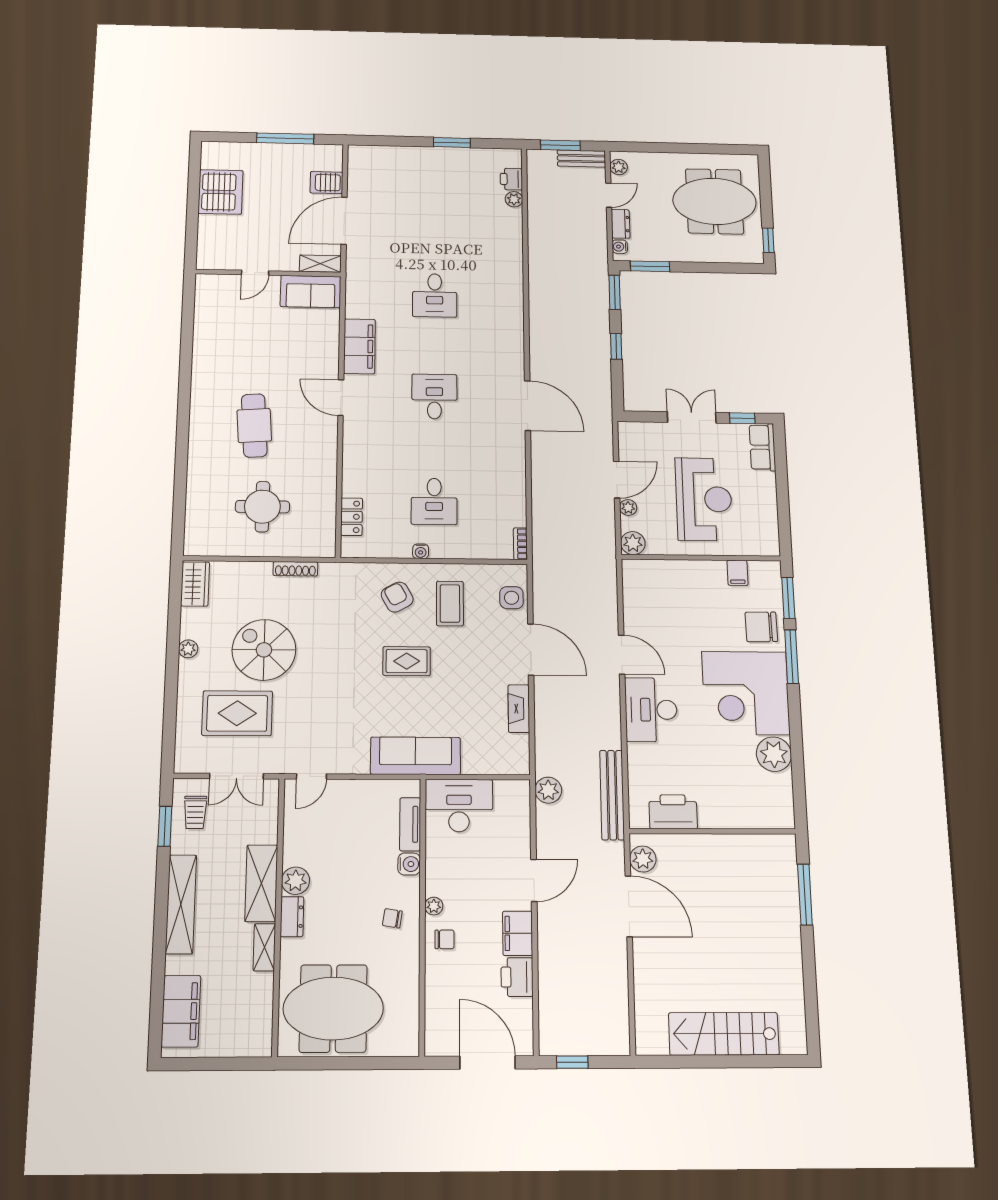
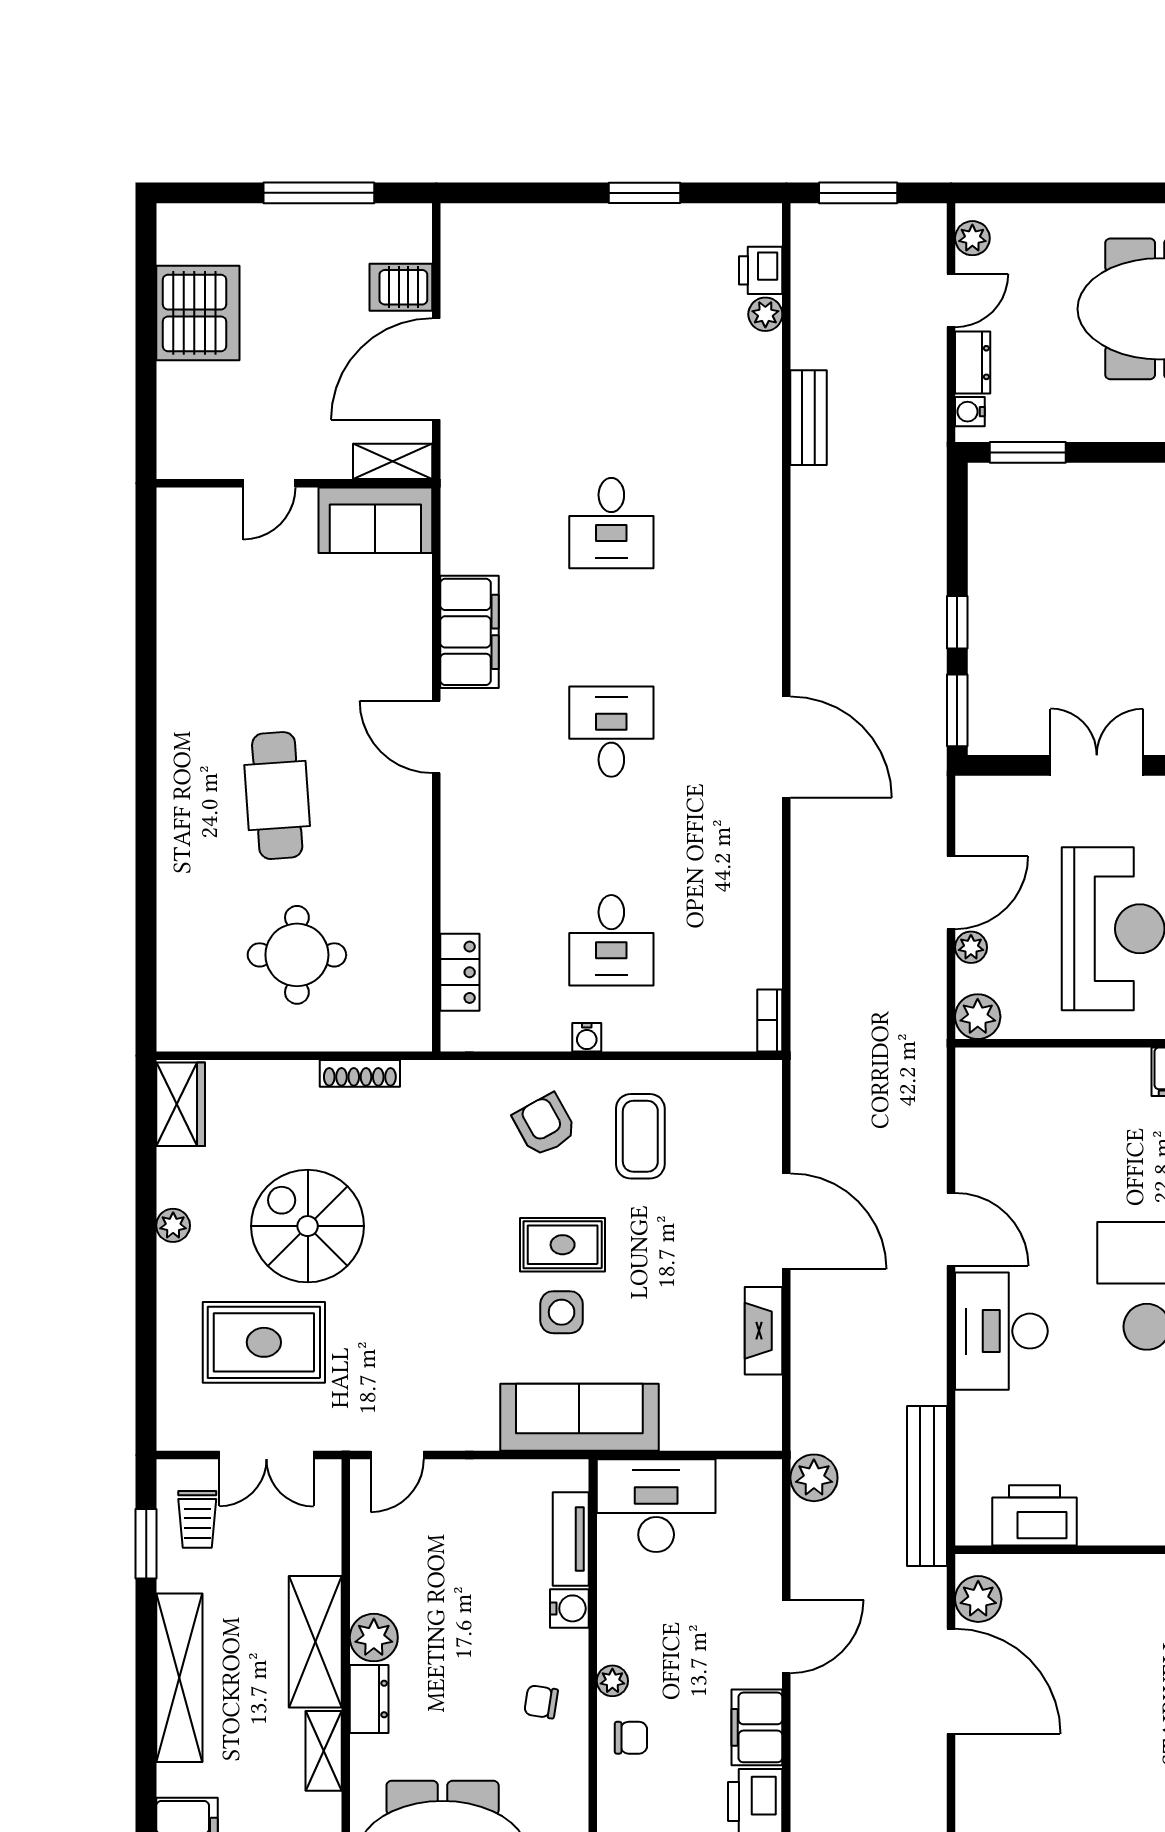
bench: (582, 159) -> (809, 418), moved, turned 90
window: (615, 292) -> (957, 710), moved
side table: (511, 598) -> (562, 1312), moved

